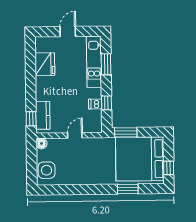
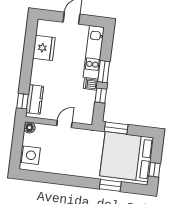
window: (106, 64) -> (104, 72), moved
dishwasher: (95, 104) -> (91, 84), moved

